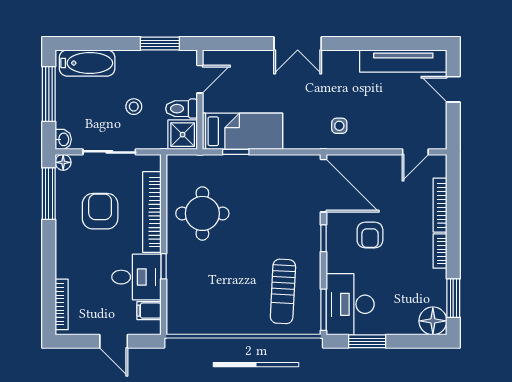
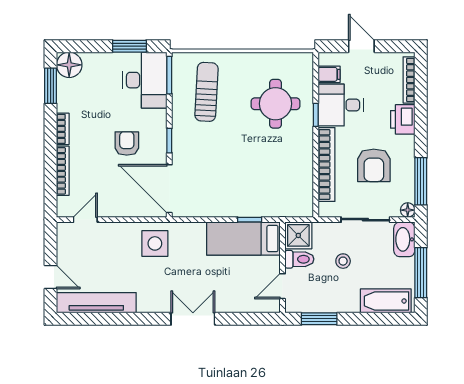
side table: (339, 126) -> (155, 243), width x1.87, depth x1.87
washbasin: (63, 139) -> (404, 239), width x1.91, depth x1.45
round table: (202, 213) -> (275, 104), moved
printer: (69, 261) -> (403, 119), added

